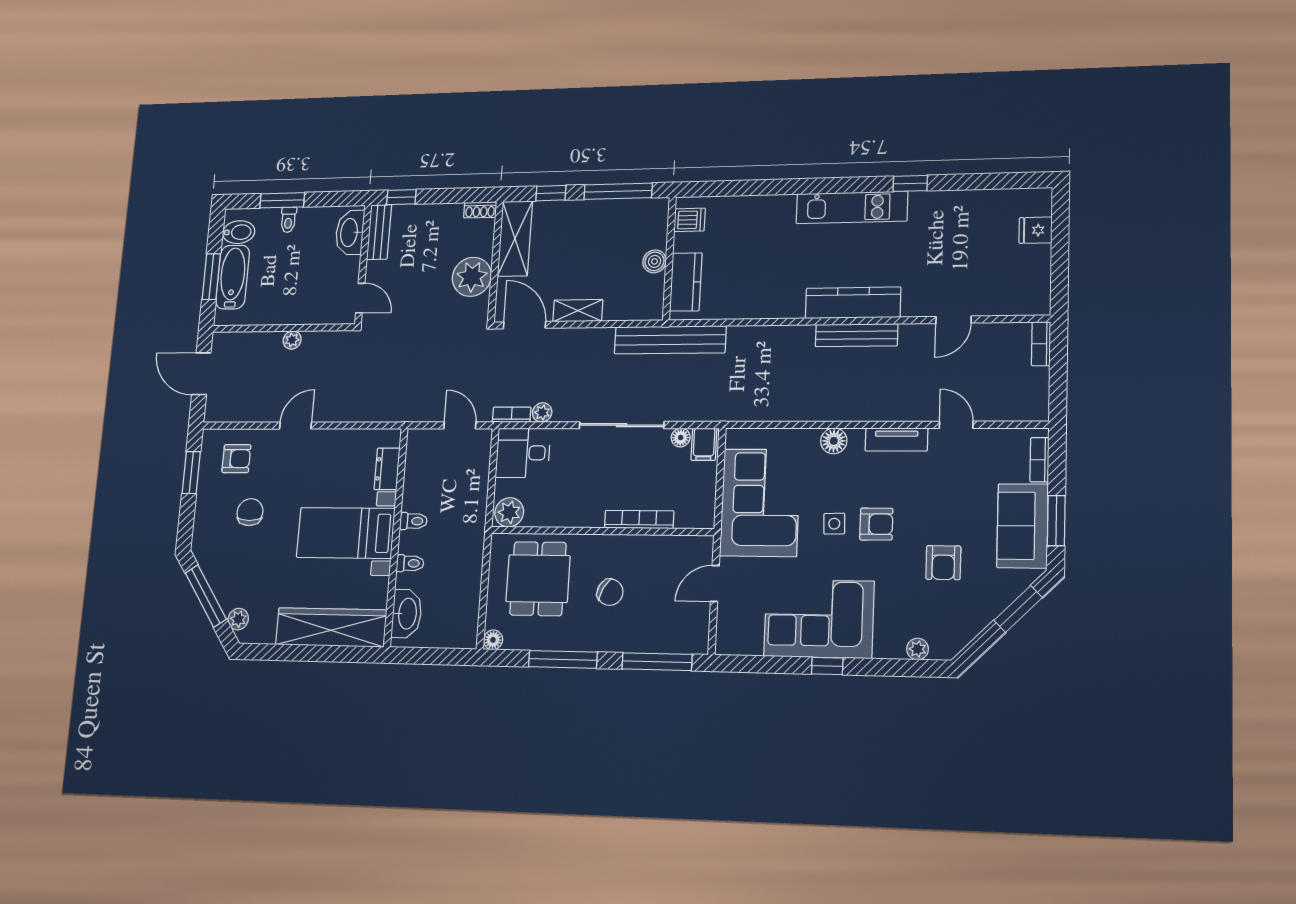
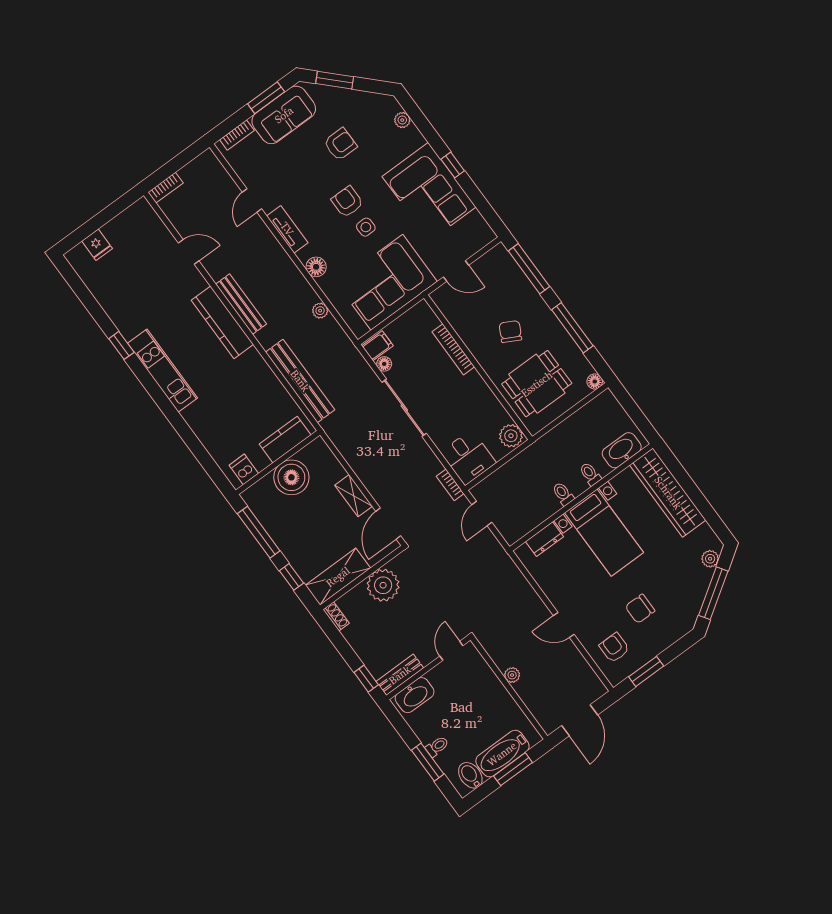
boiler: (654, 261) -> (291, 477), width x1.86, depth x1.86
bench: (670, 340) -> (300, 381), moved
plant: (542, 412) -> (320, 311), moved

